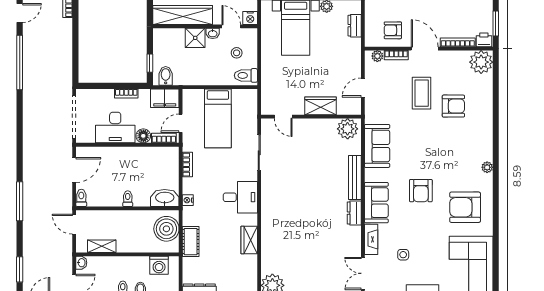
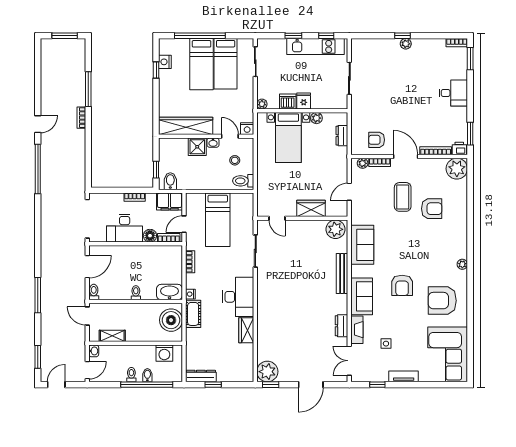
desk: (240, 197) -> (238, 297), width x1.37
dresser: (354, 213) -> (342, 326), moved
cot: (191, 242) -> (193, 314), moved

